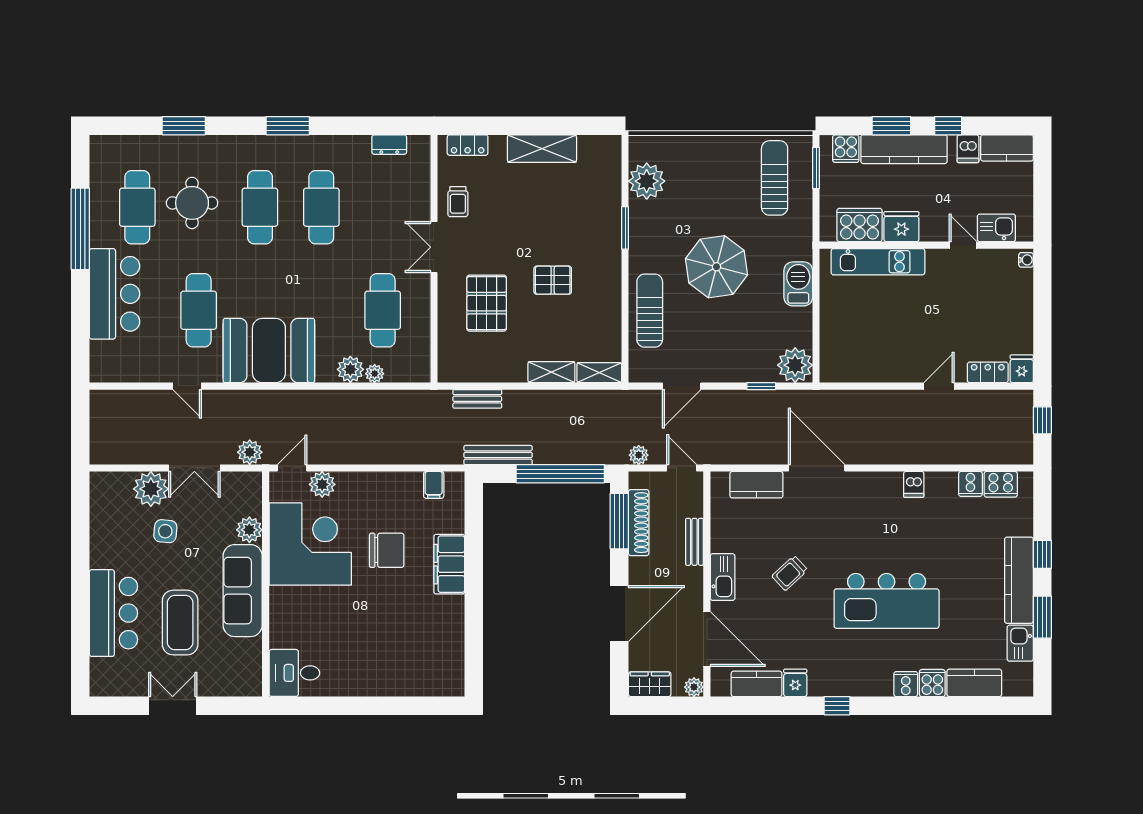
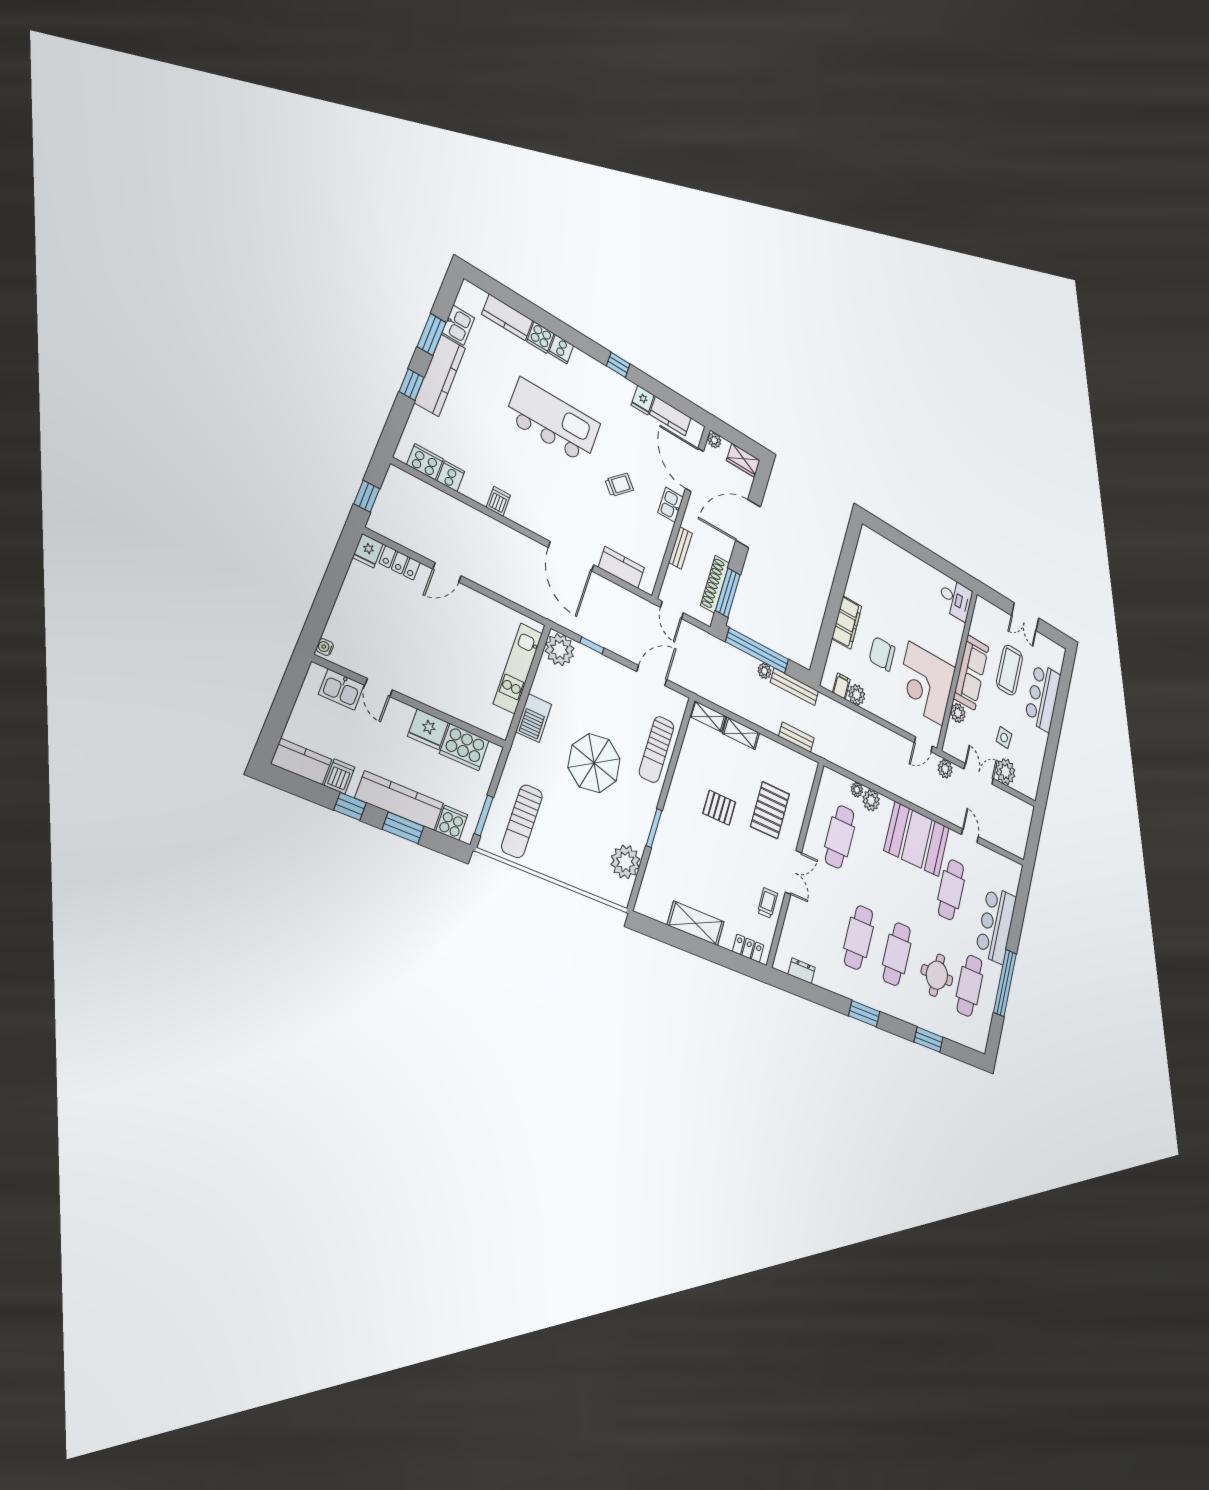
kitchen unit: (878, 262) -> (518, 668), moved, turned -90
plant: (639, 455) -> (765, 671), moved
plant: (322, 484) -> (857, 695), moved
kitchen sink: (723, 577) -> (670, 505), width x0.73

